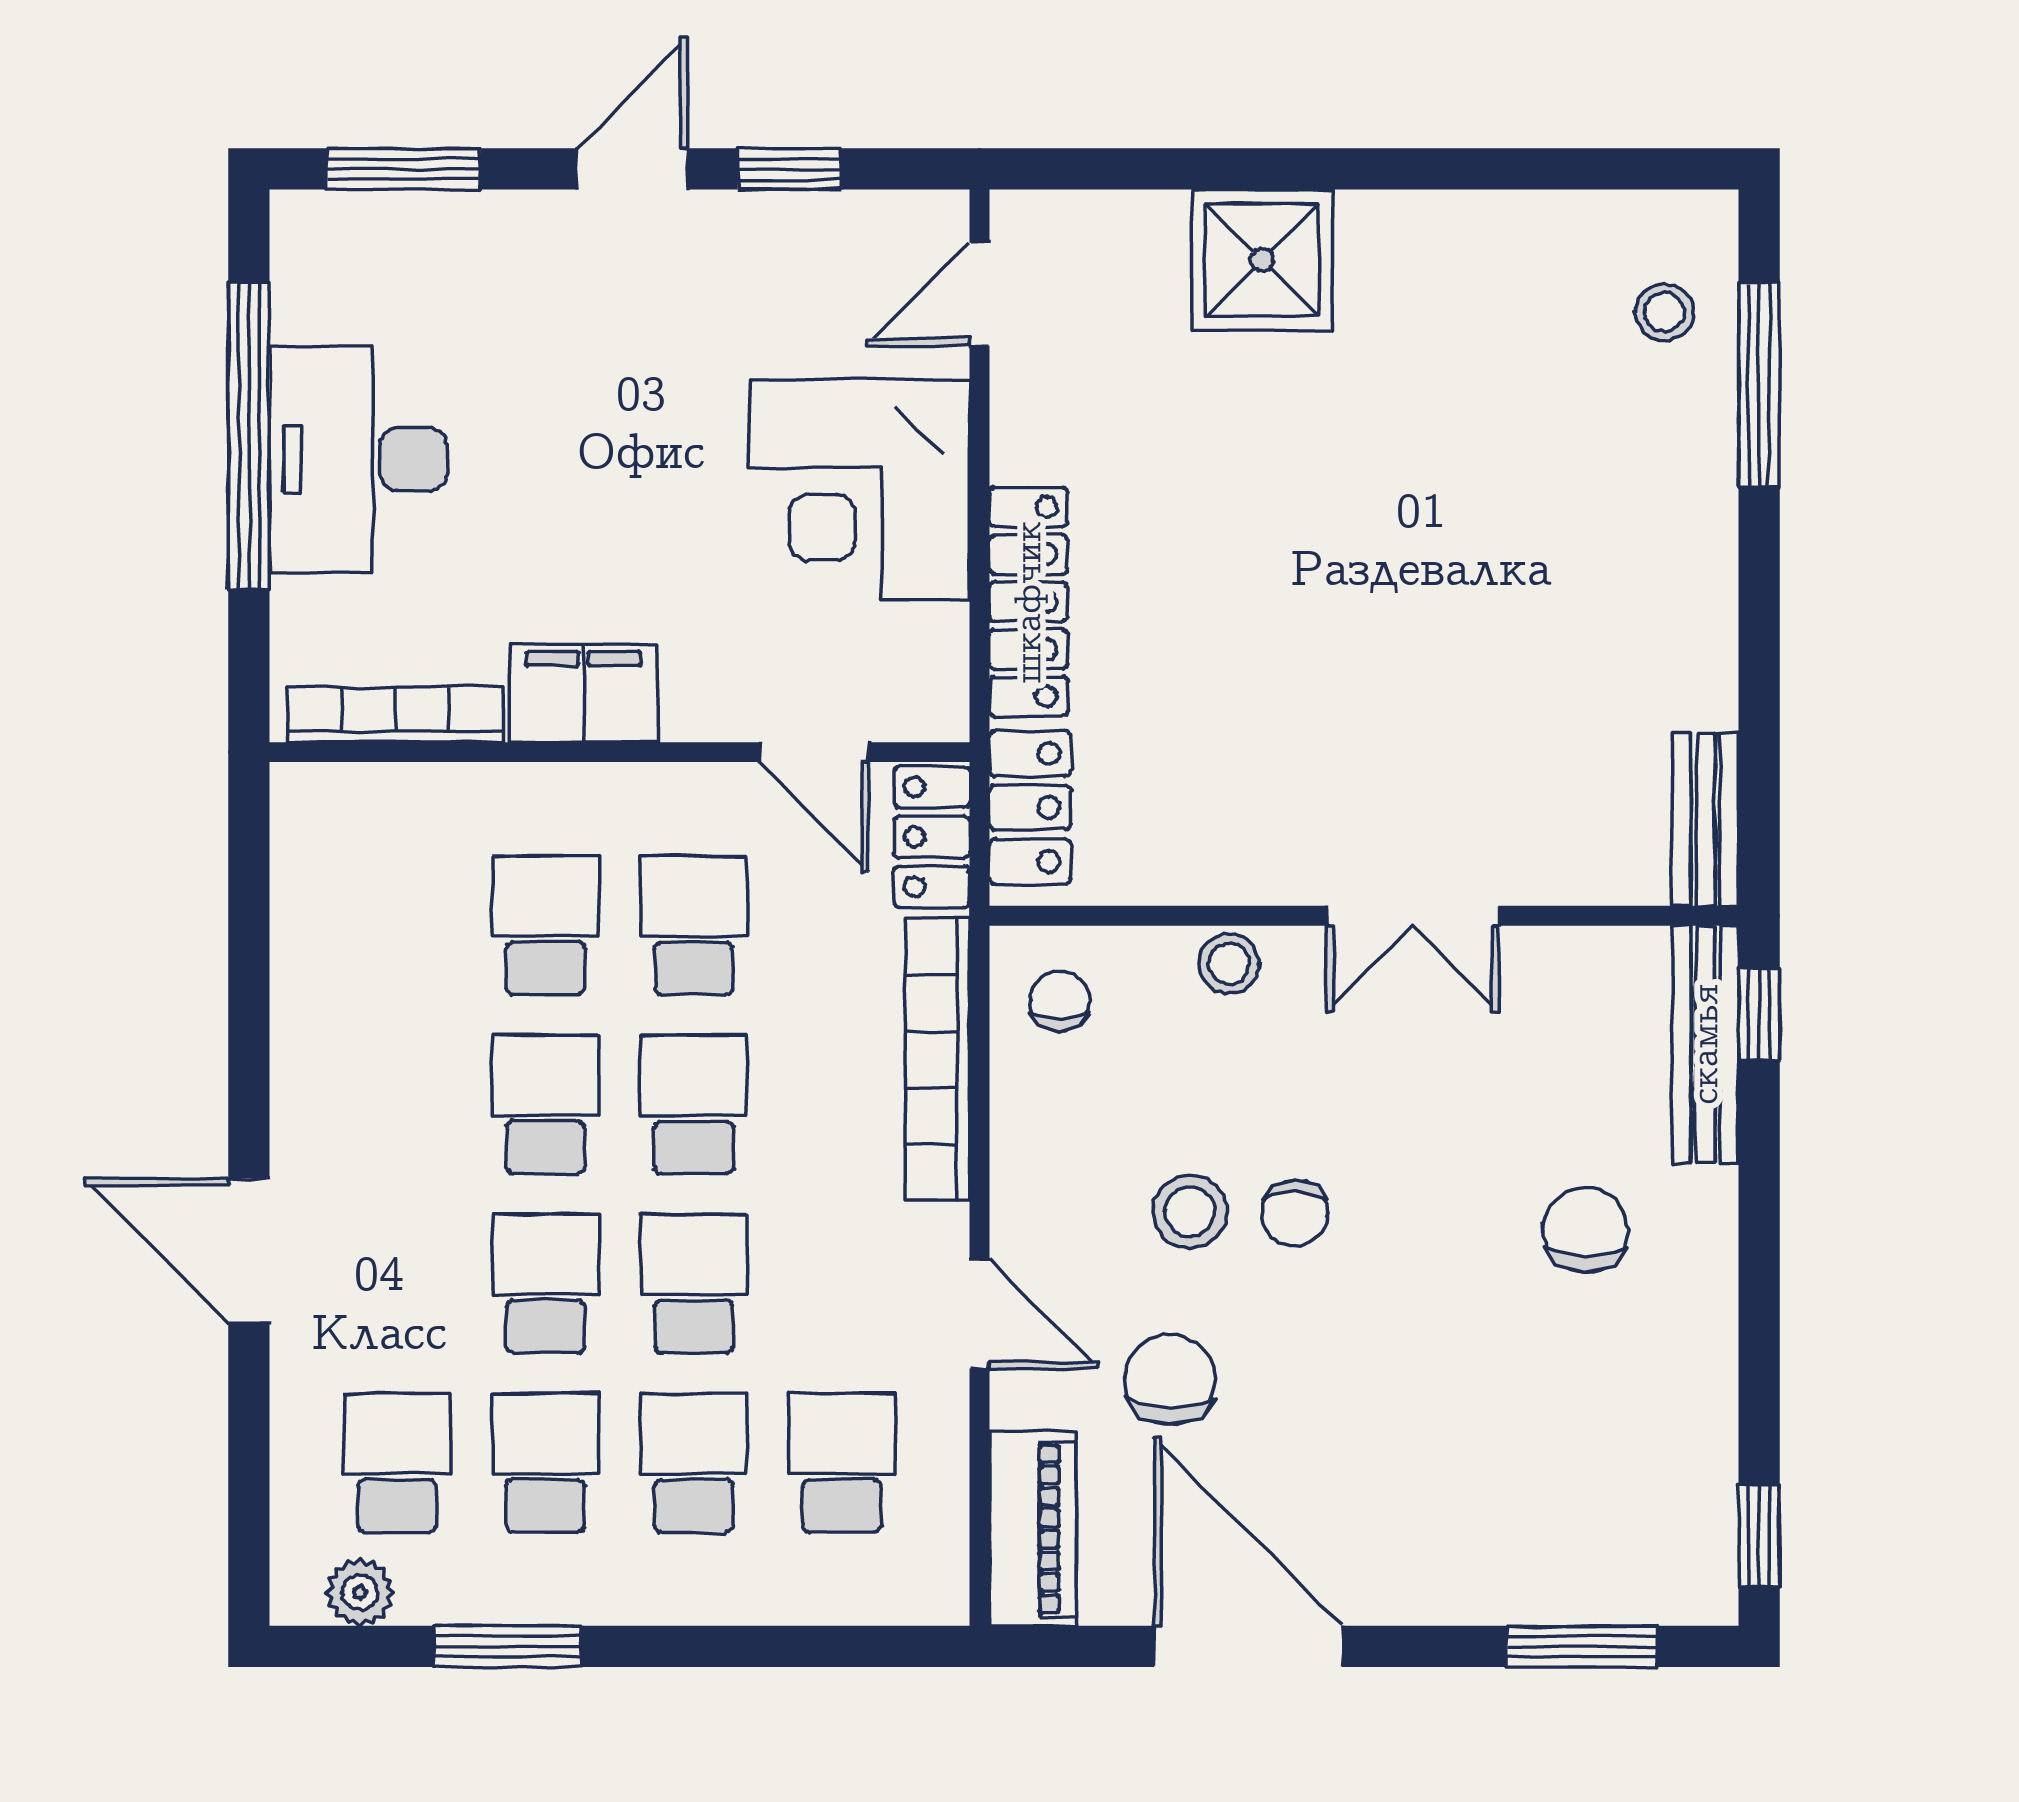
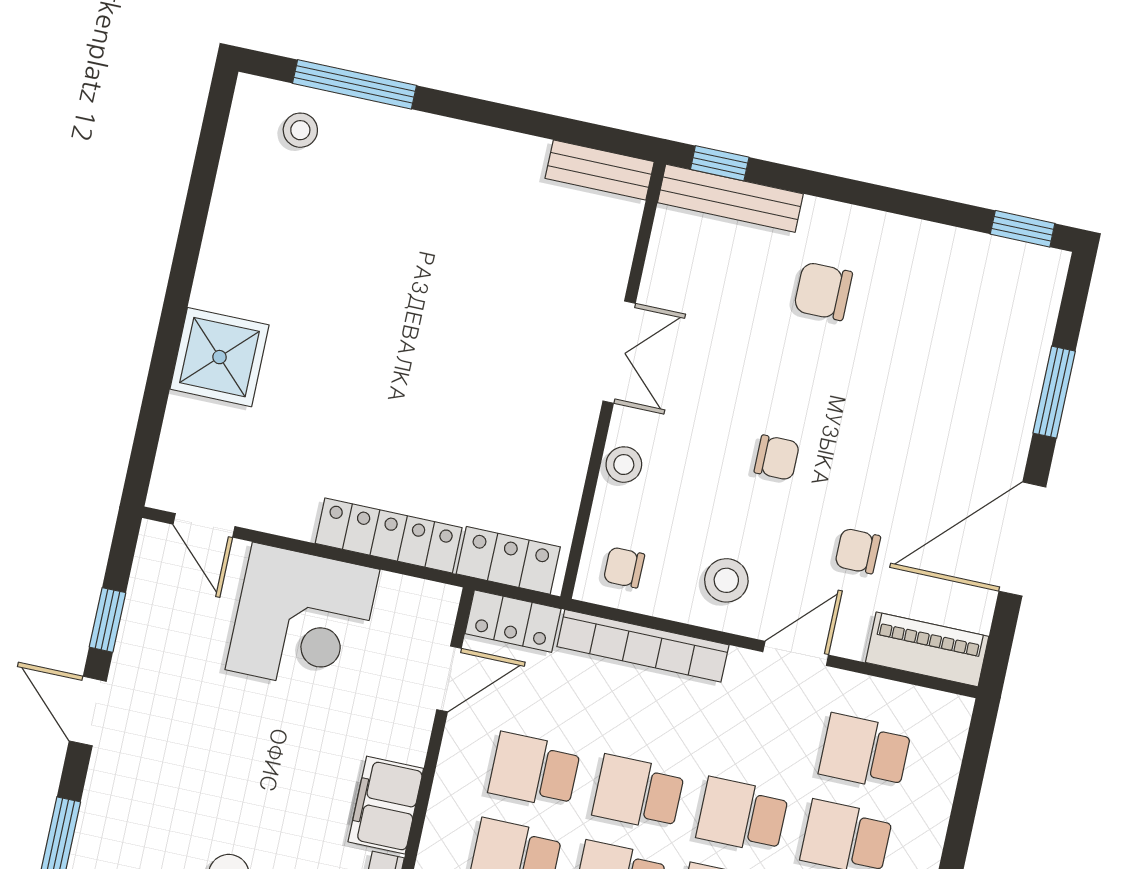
stool: (1190, 1212) -> (726, 580), moved
chair: (1170, 1379) -> (858, 551), width x0.73, depth x0.73
window: (1581, 1646) -> (1054, 392), moved

